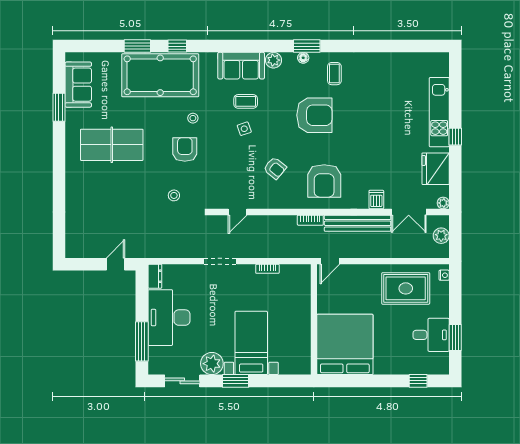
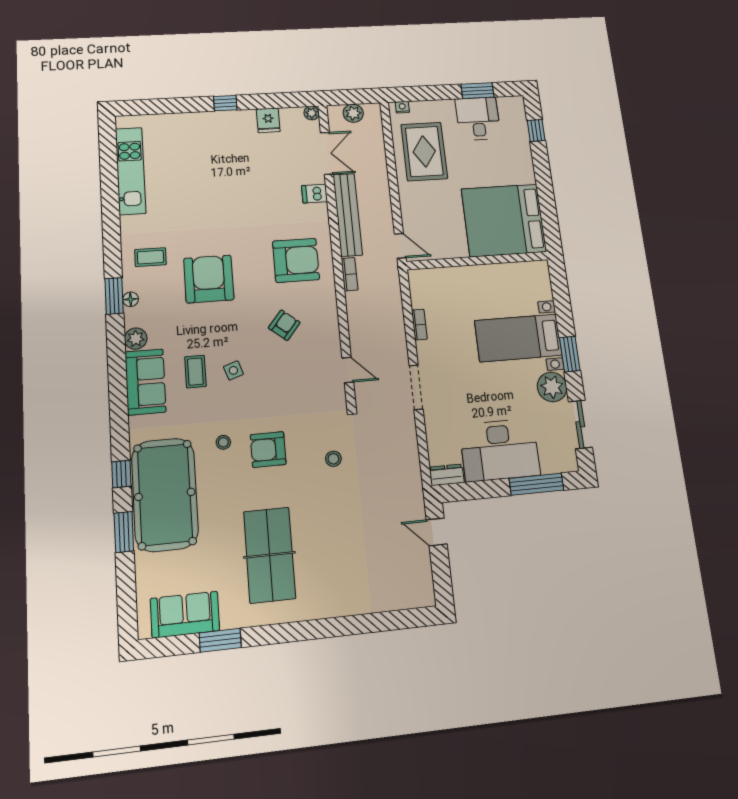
kitchen unit: (439, 112) -> (131, 171), moved, turned -90
fridge: (436, 169) -> (268, 120), width x0.53, depth x0.75

